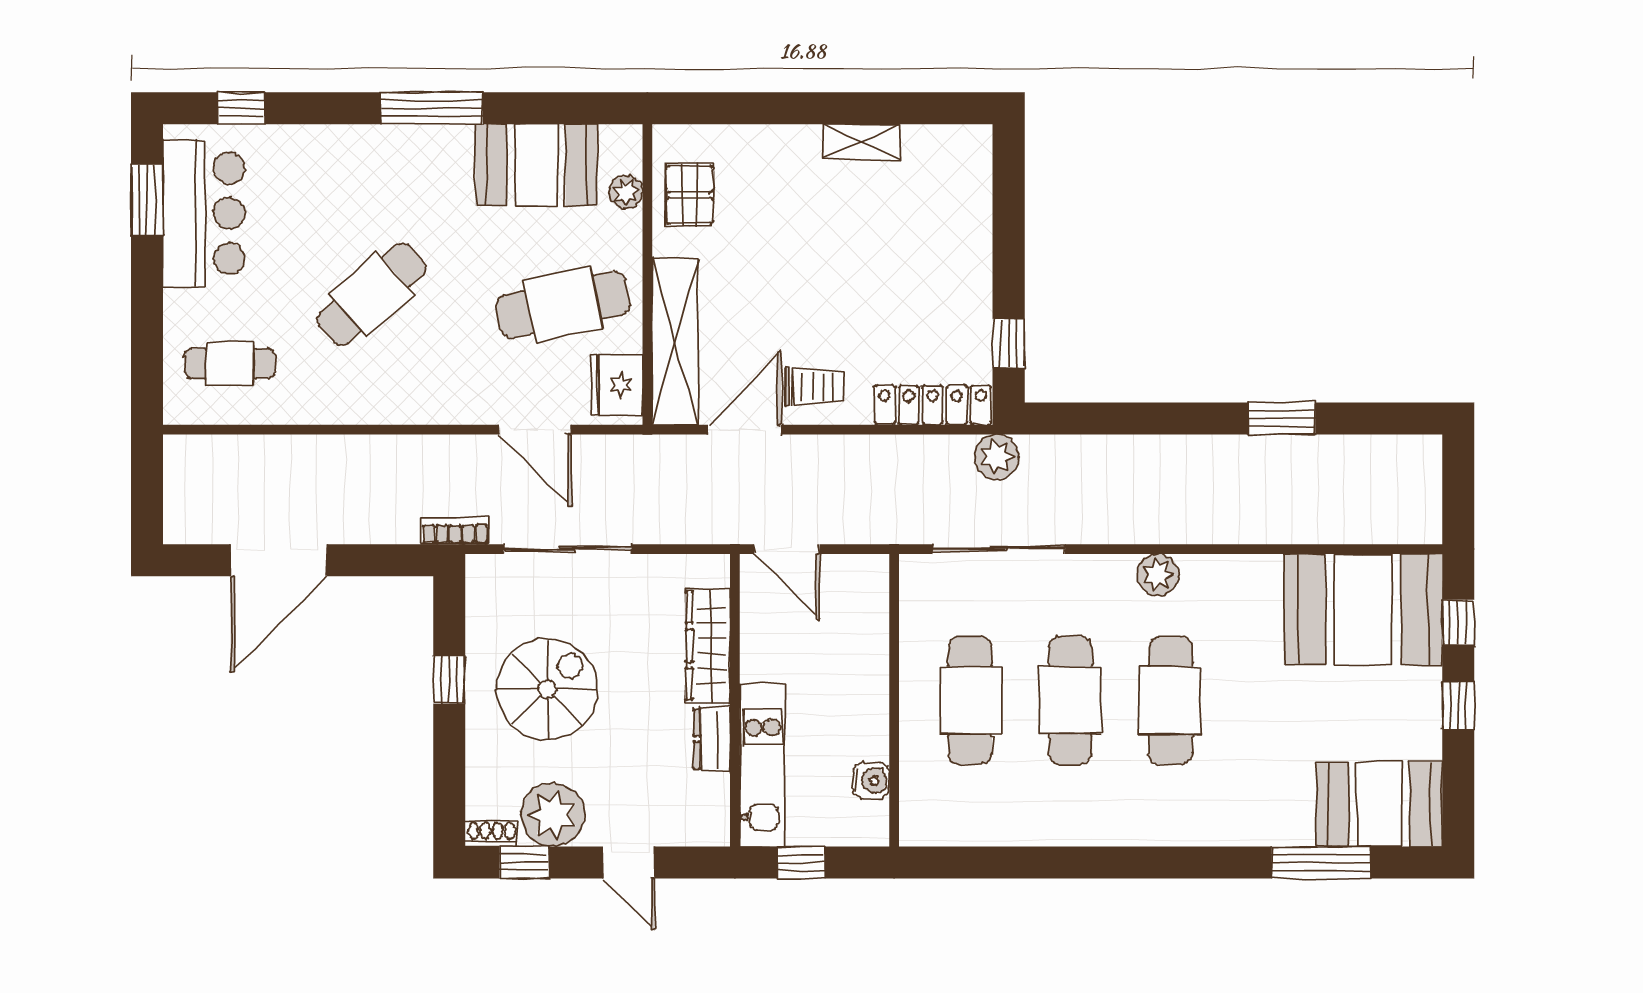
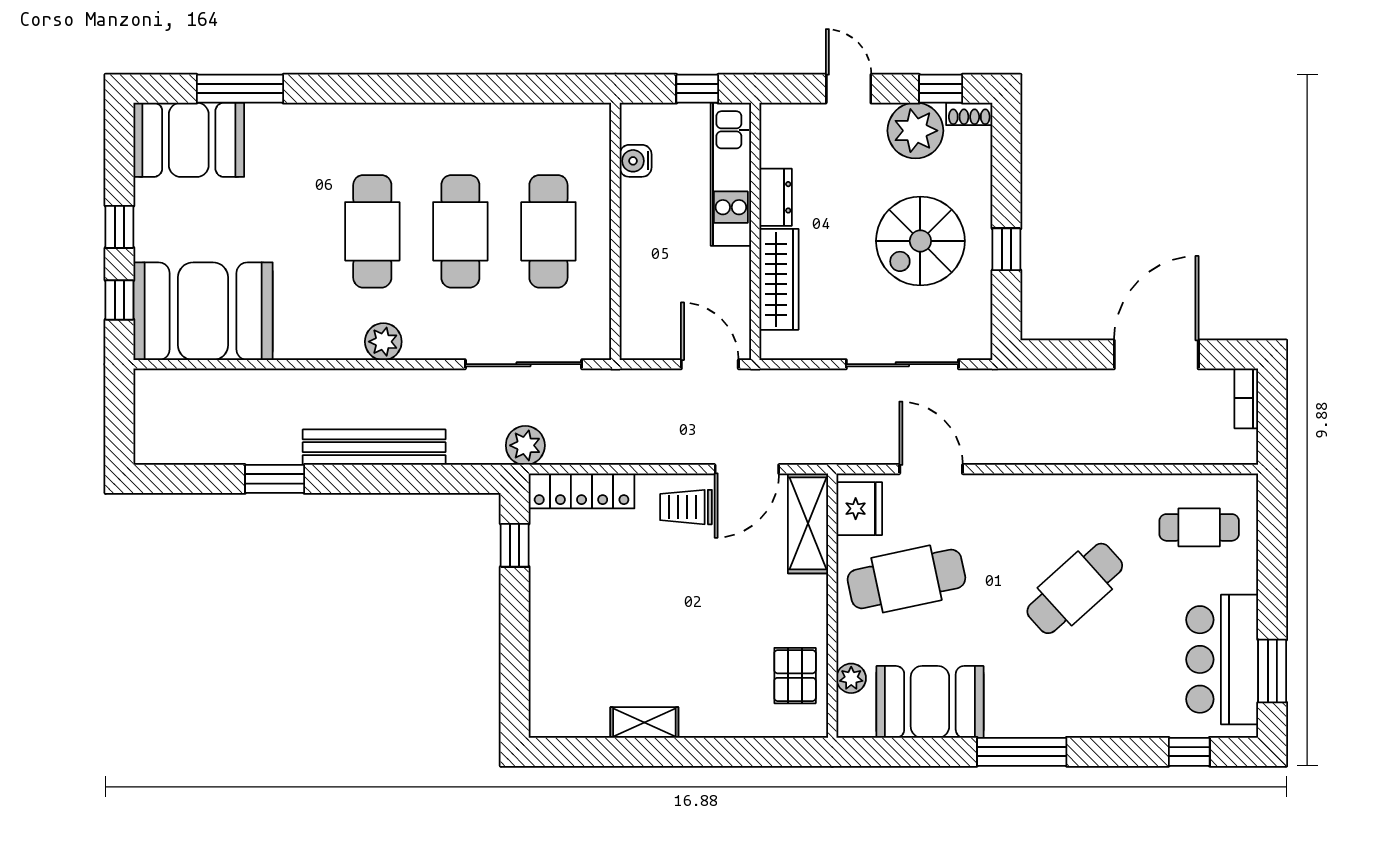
shelving: (675, 341) -> (808, 523), width x0.68
bench: (1169, 455) -> (374, 447), added
bookcase: (455, 531) -> (1246, 398), moved, turned 90

